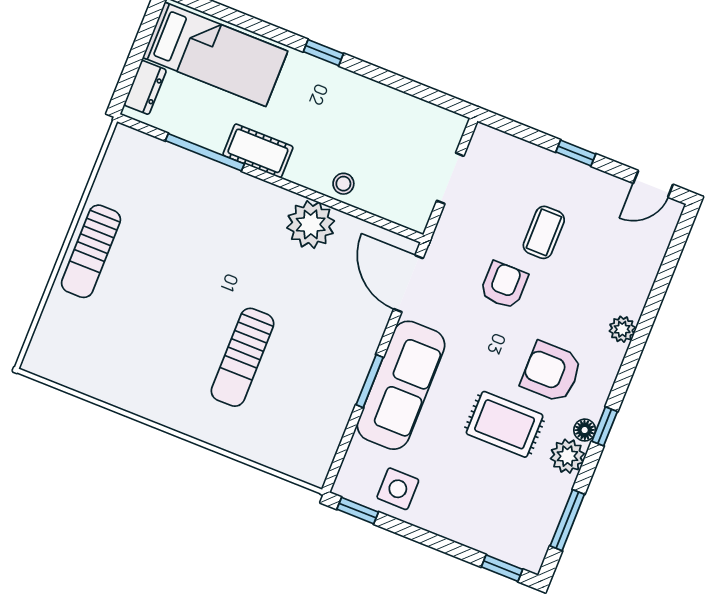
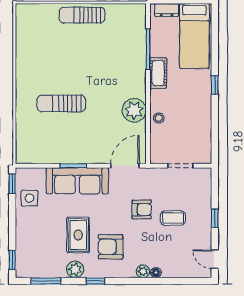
armchair: (551, 372) -> (111, 247), turned -90
floor lamp: (585, 430) -> (156, 273), moved

